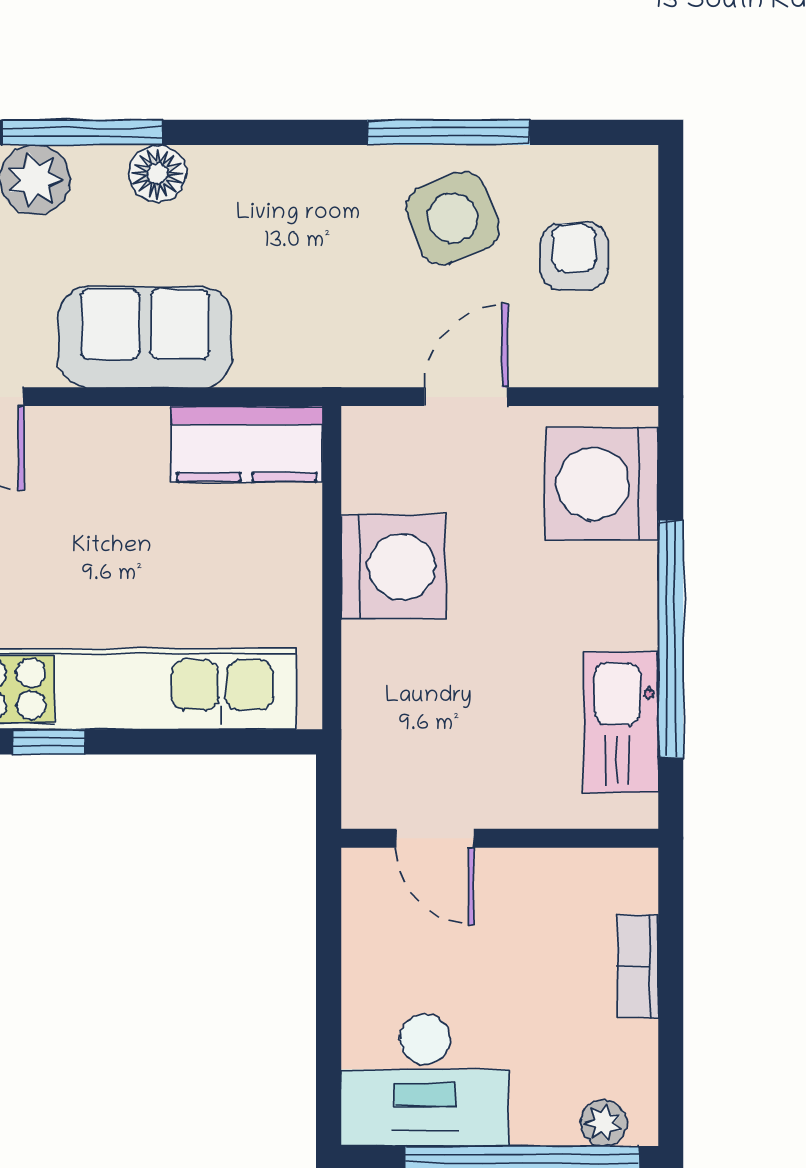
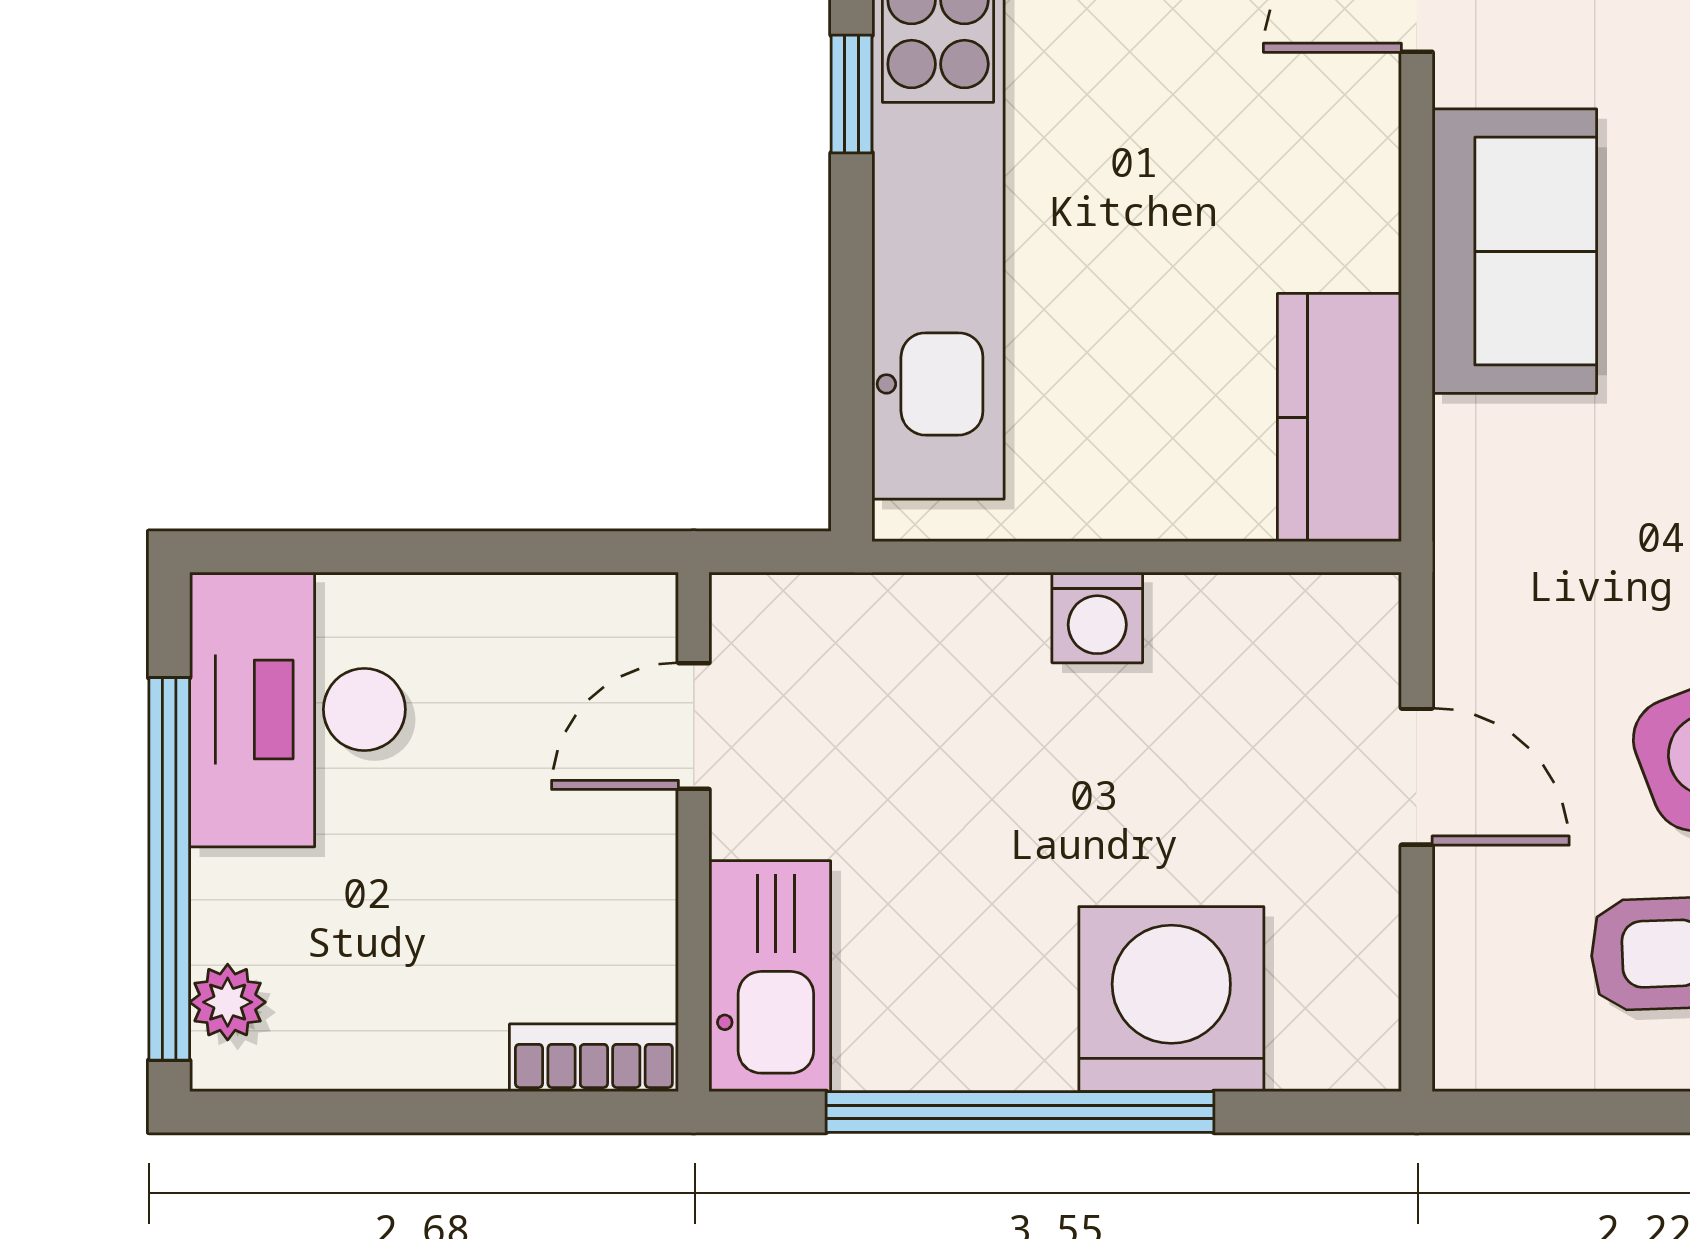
washing machine: (602, 484) -> (1171, 999), moved
washing machine: (393, 567) -> (1097, 617), width x0.53, depth x0.53
kitchen sink: (621, 722) -> (770, 976), moved, turned 90
bookcase: (638, 966) -> (594, 1058), moved

